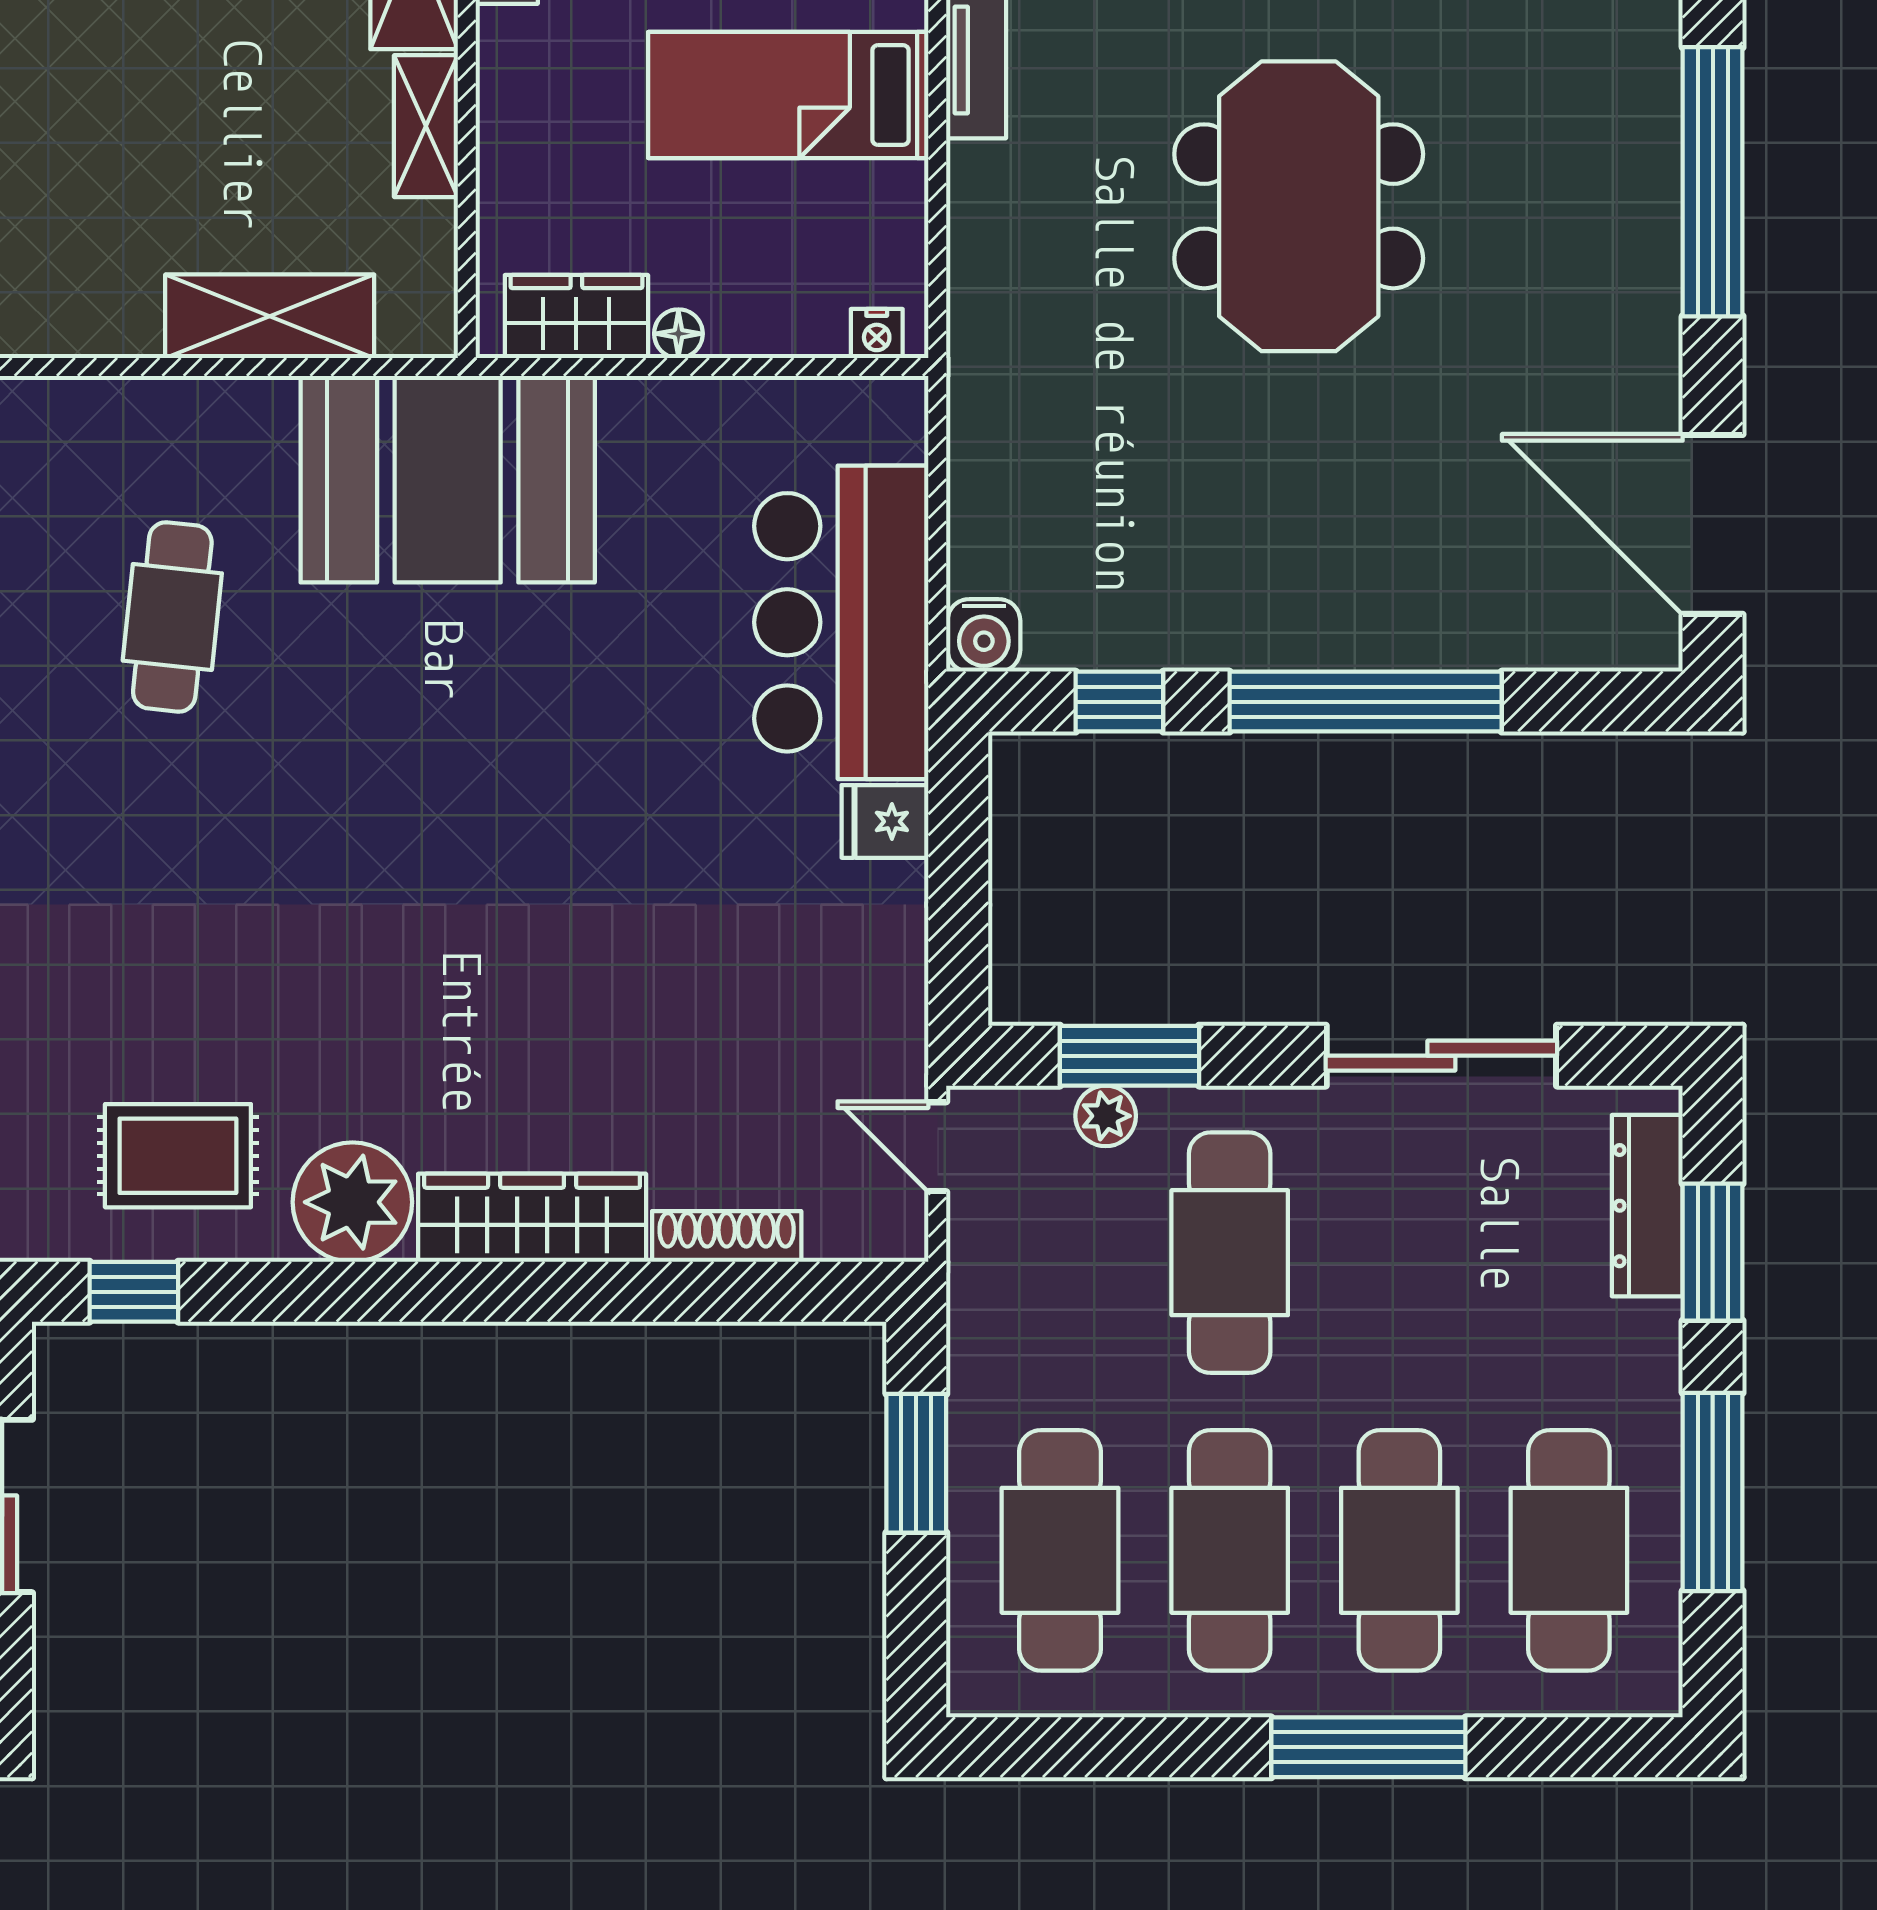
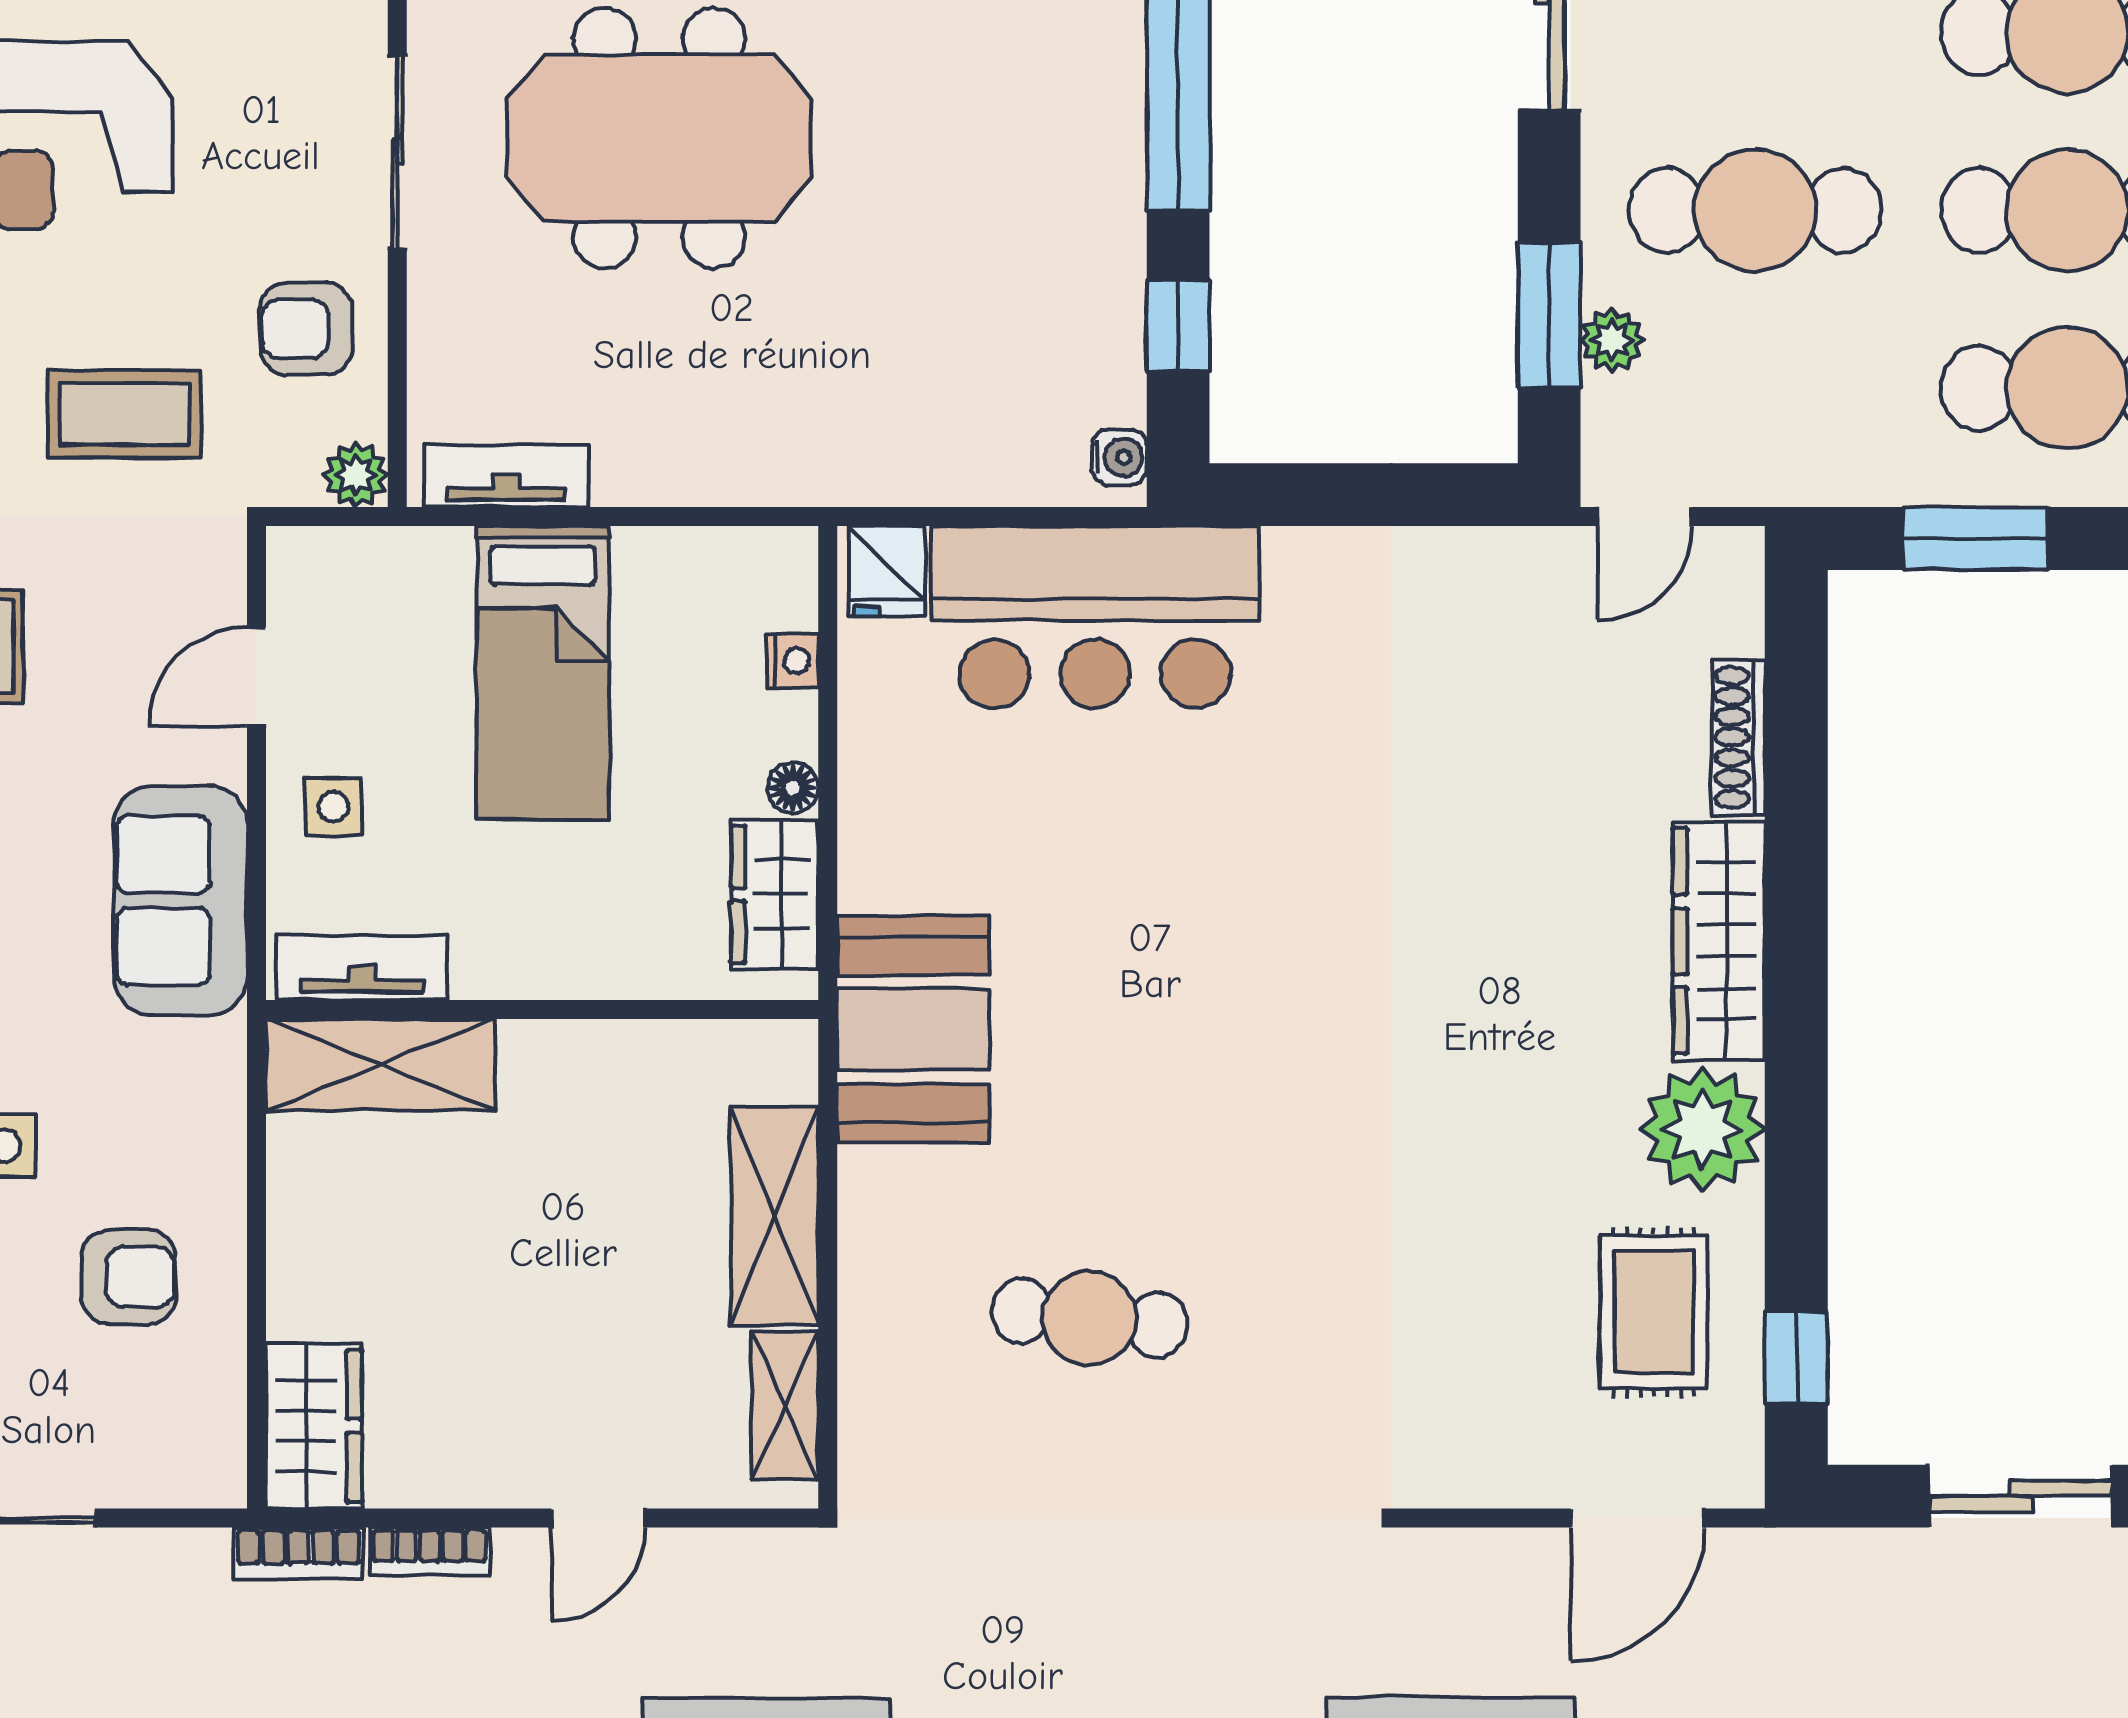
shelving: (426, 126) -> (785, 1406), moved, turned 90
nightstand: (877, 333) -> (793, 661), moved
booth: (448, 479) -> (913, 1029), width x0.73, depth x0.70
water cooler: (984, 635) -> (1119, 457), width x0.72, depth x0.72
fridge: (885, 821) -> (887, 571), moved

